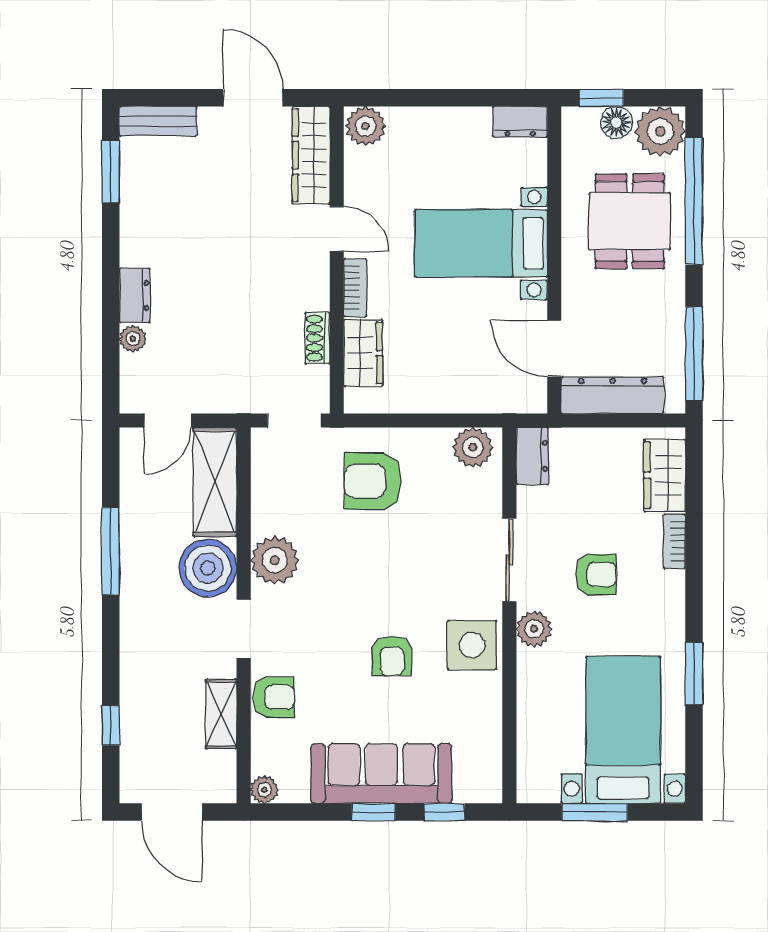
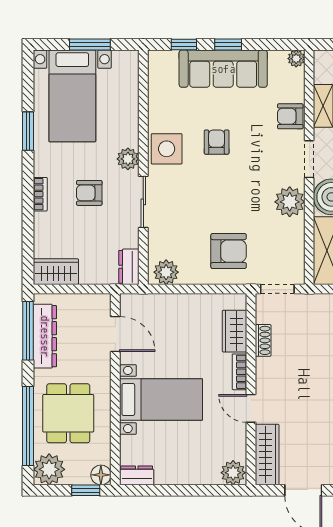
floor lamp: (616, 122) -> (101, 475), moved
dresser: (612, 395) -> (45, 336), moved, turned -90
wardrobe: (665, 475) -> (56, 272), moved, turned -90
bookcase: (675, 541) -> (40, 194), moved

